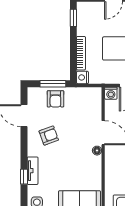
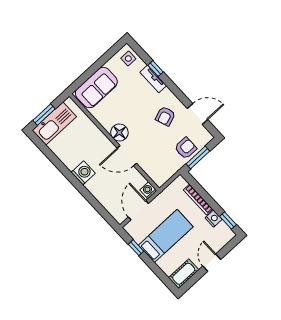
nightstand: (82, 77) -> (214, 219), moved
armchair: (55, 99) -> (186, 148), turned 90
floor lamp: (97, 151) -> (119, 133), width x1.89, depth x1.89

